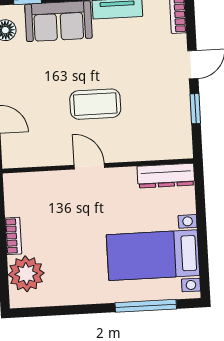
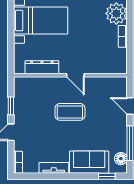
dresser: (166, 176) -> (42, 67), moved

